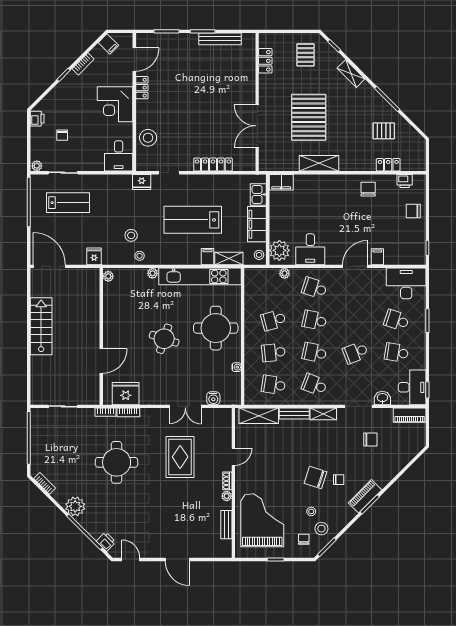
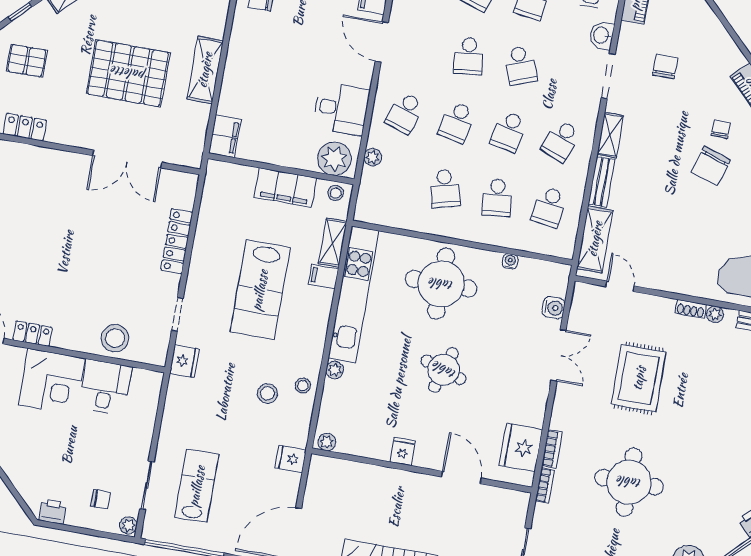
chair: (62, 135) -> (101, 499), moved
desk: (119, 156) -> (105, 387), moved, turned -90
kitchen sink: (258, 194) -> (238, 177), removed
school desk: (356, 320) -> (469, 56), added
fridge: (111, 323) -> (403, 451), added
rug: (180, 457) -> (639, 378), turned 90
door: (233, 457) -> (620, 286), moved

